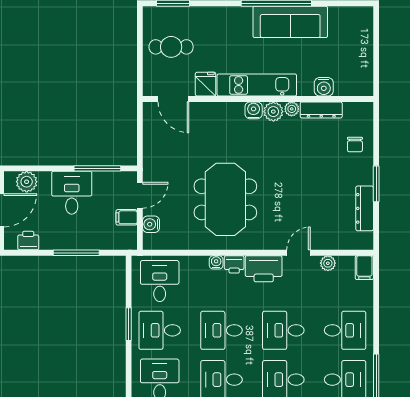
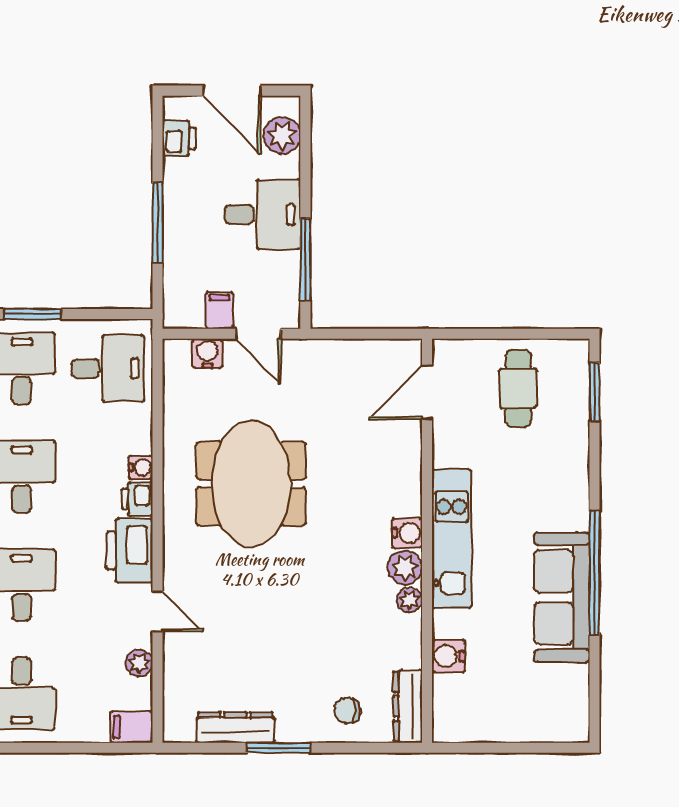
fridge: (206, 84) -> (453, 449), removed
dresser: (321, 110) -> (408, 706), moved
meeting table: (225, 199) -> (251, 484), turned 90

